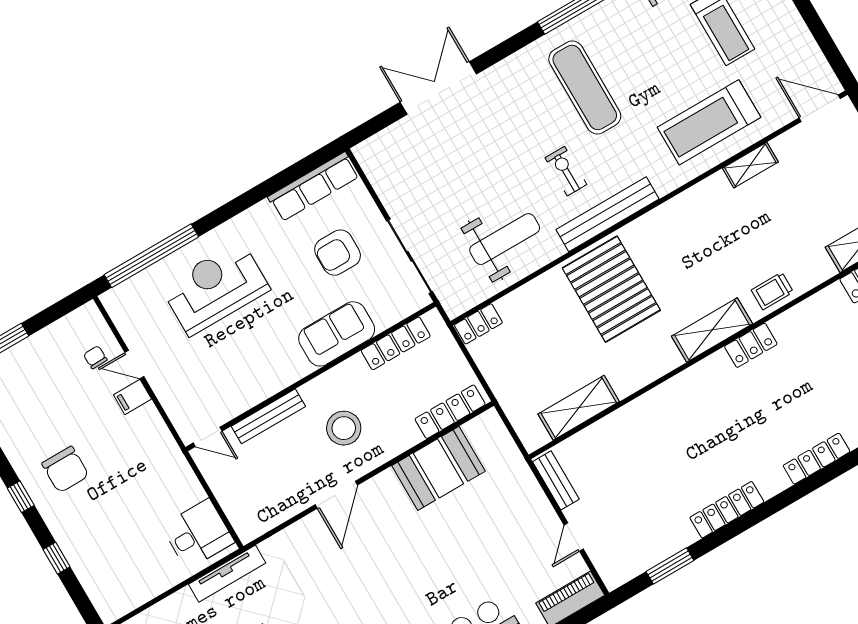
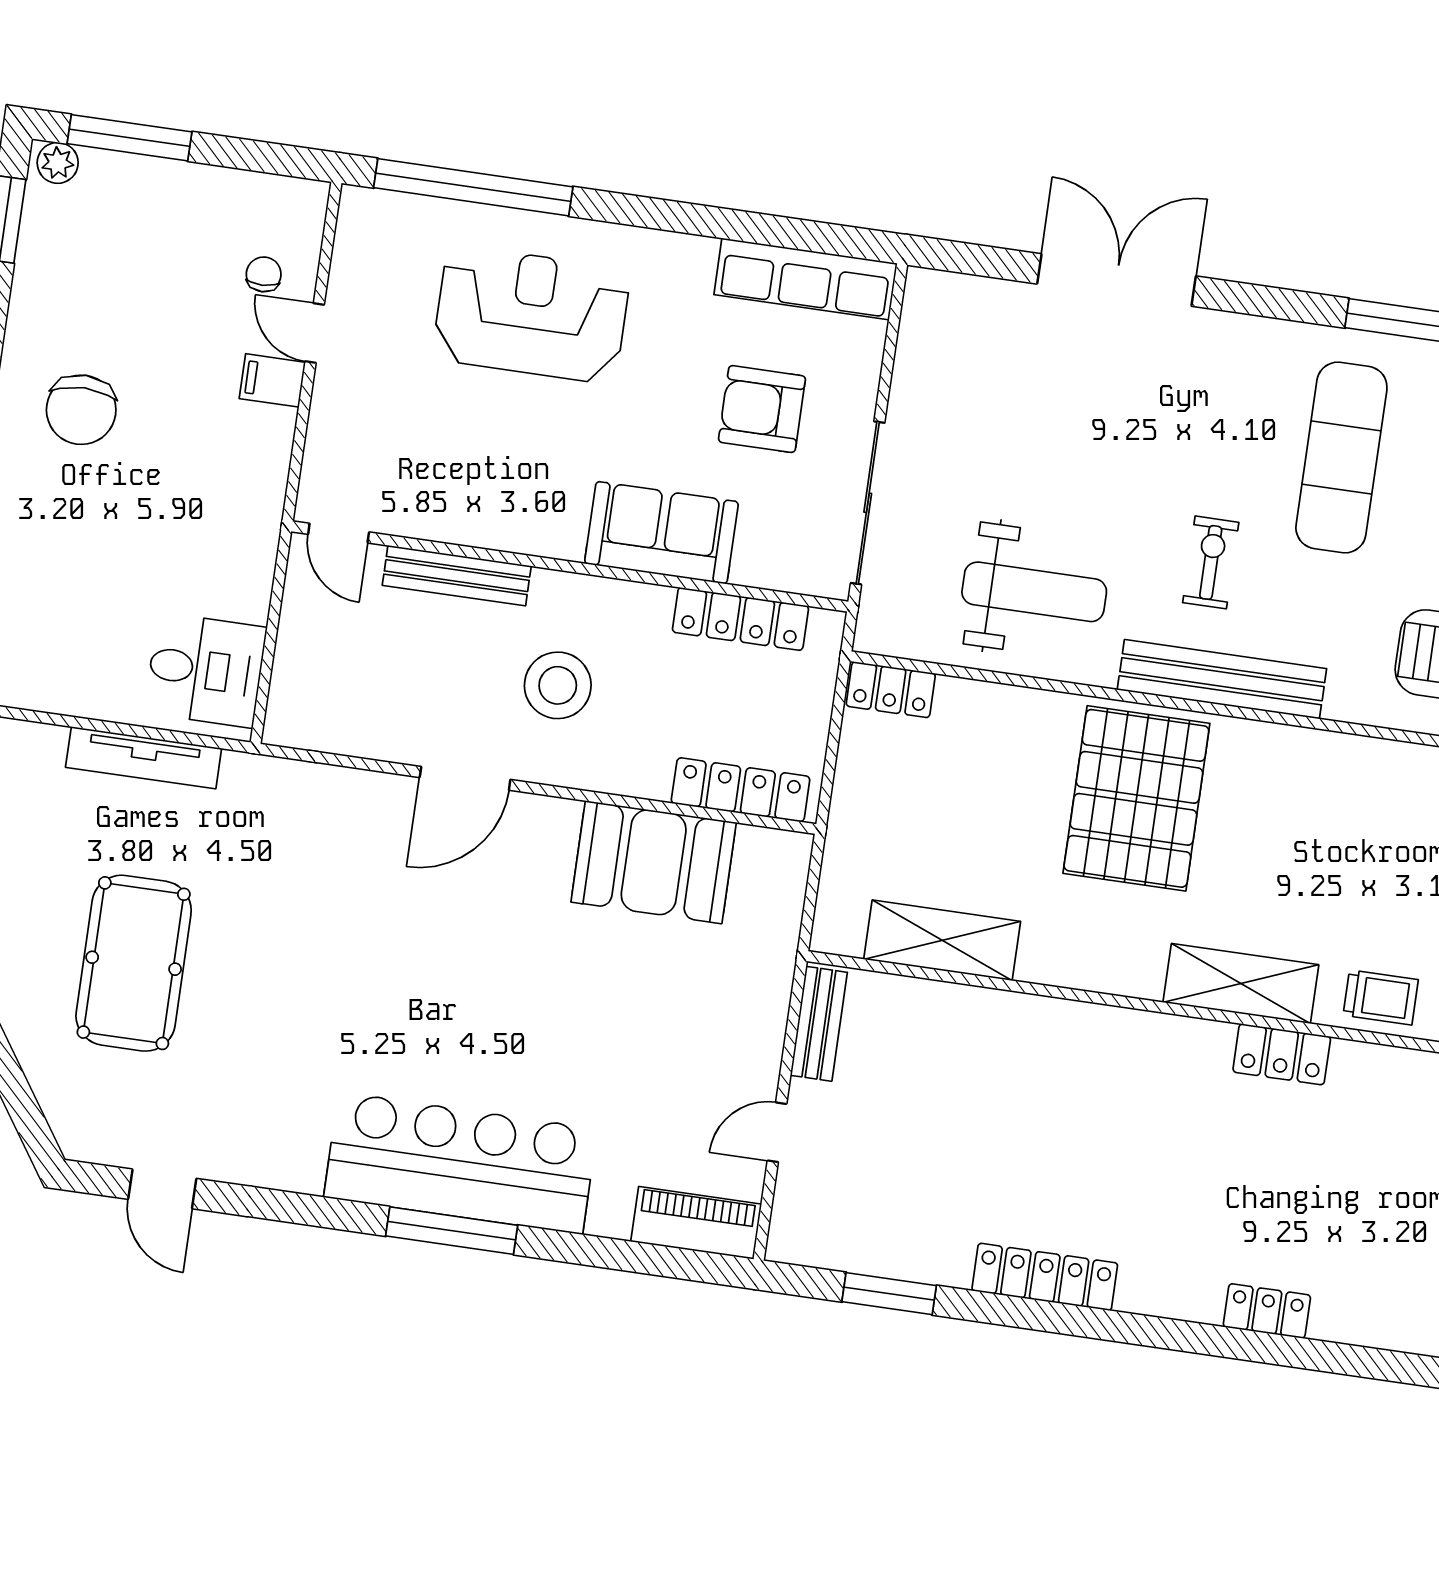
trolley: (772, 291) -> (1381, 997), turned 180
locker: (817, 459) -> (1267, 1311), width x0.66
tv unit: (227, 574) -> (144, 758), moved

